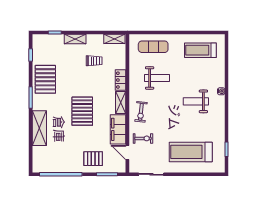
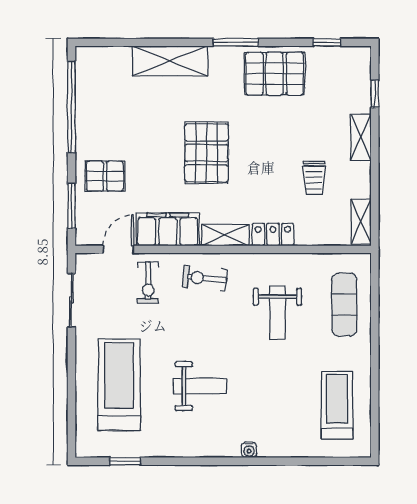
weight bench: (196, 101) -> (200, 386), moved, turned 90
pallet: (82, 111) -> (207, 153), turned 90
pallet: (93, 159) -> (105, 176), turned 90

